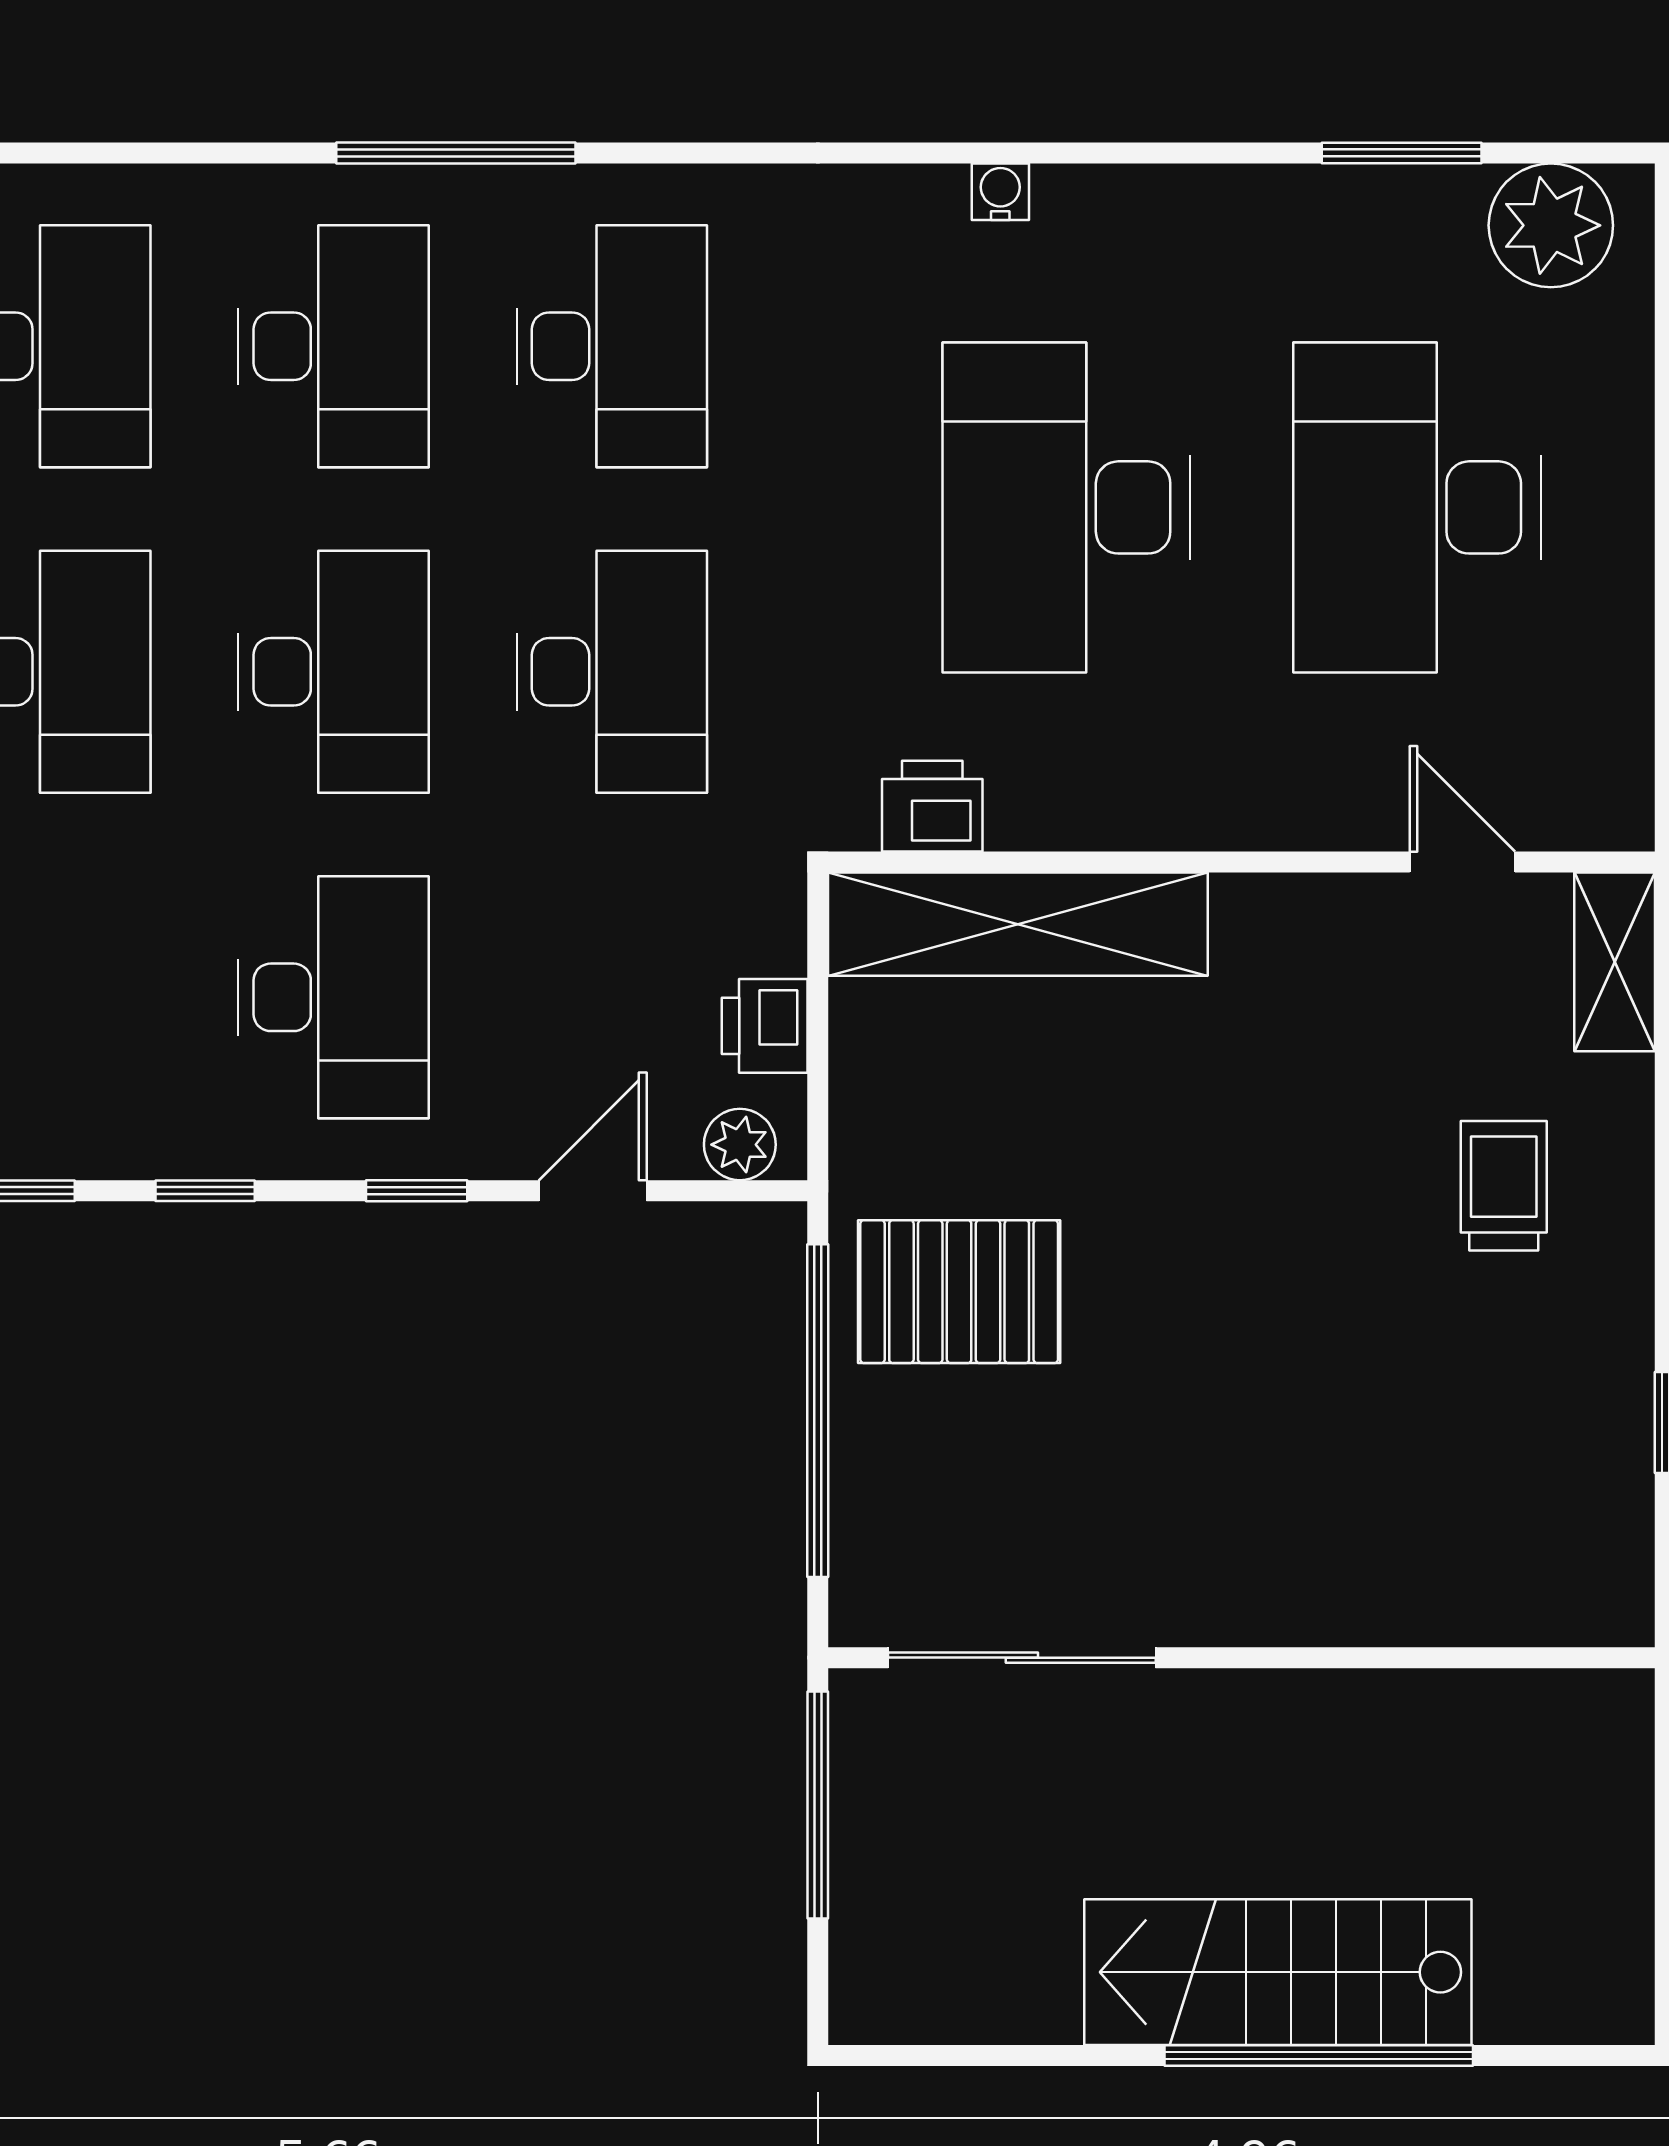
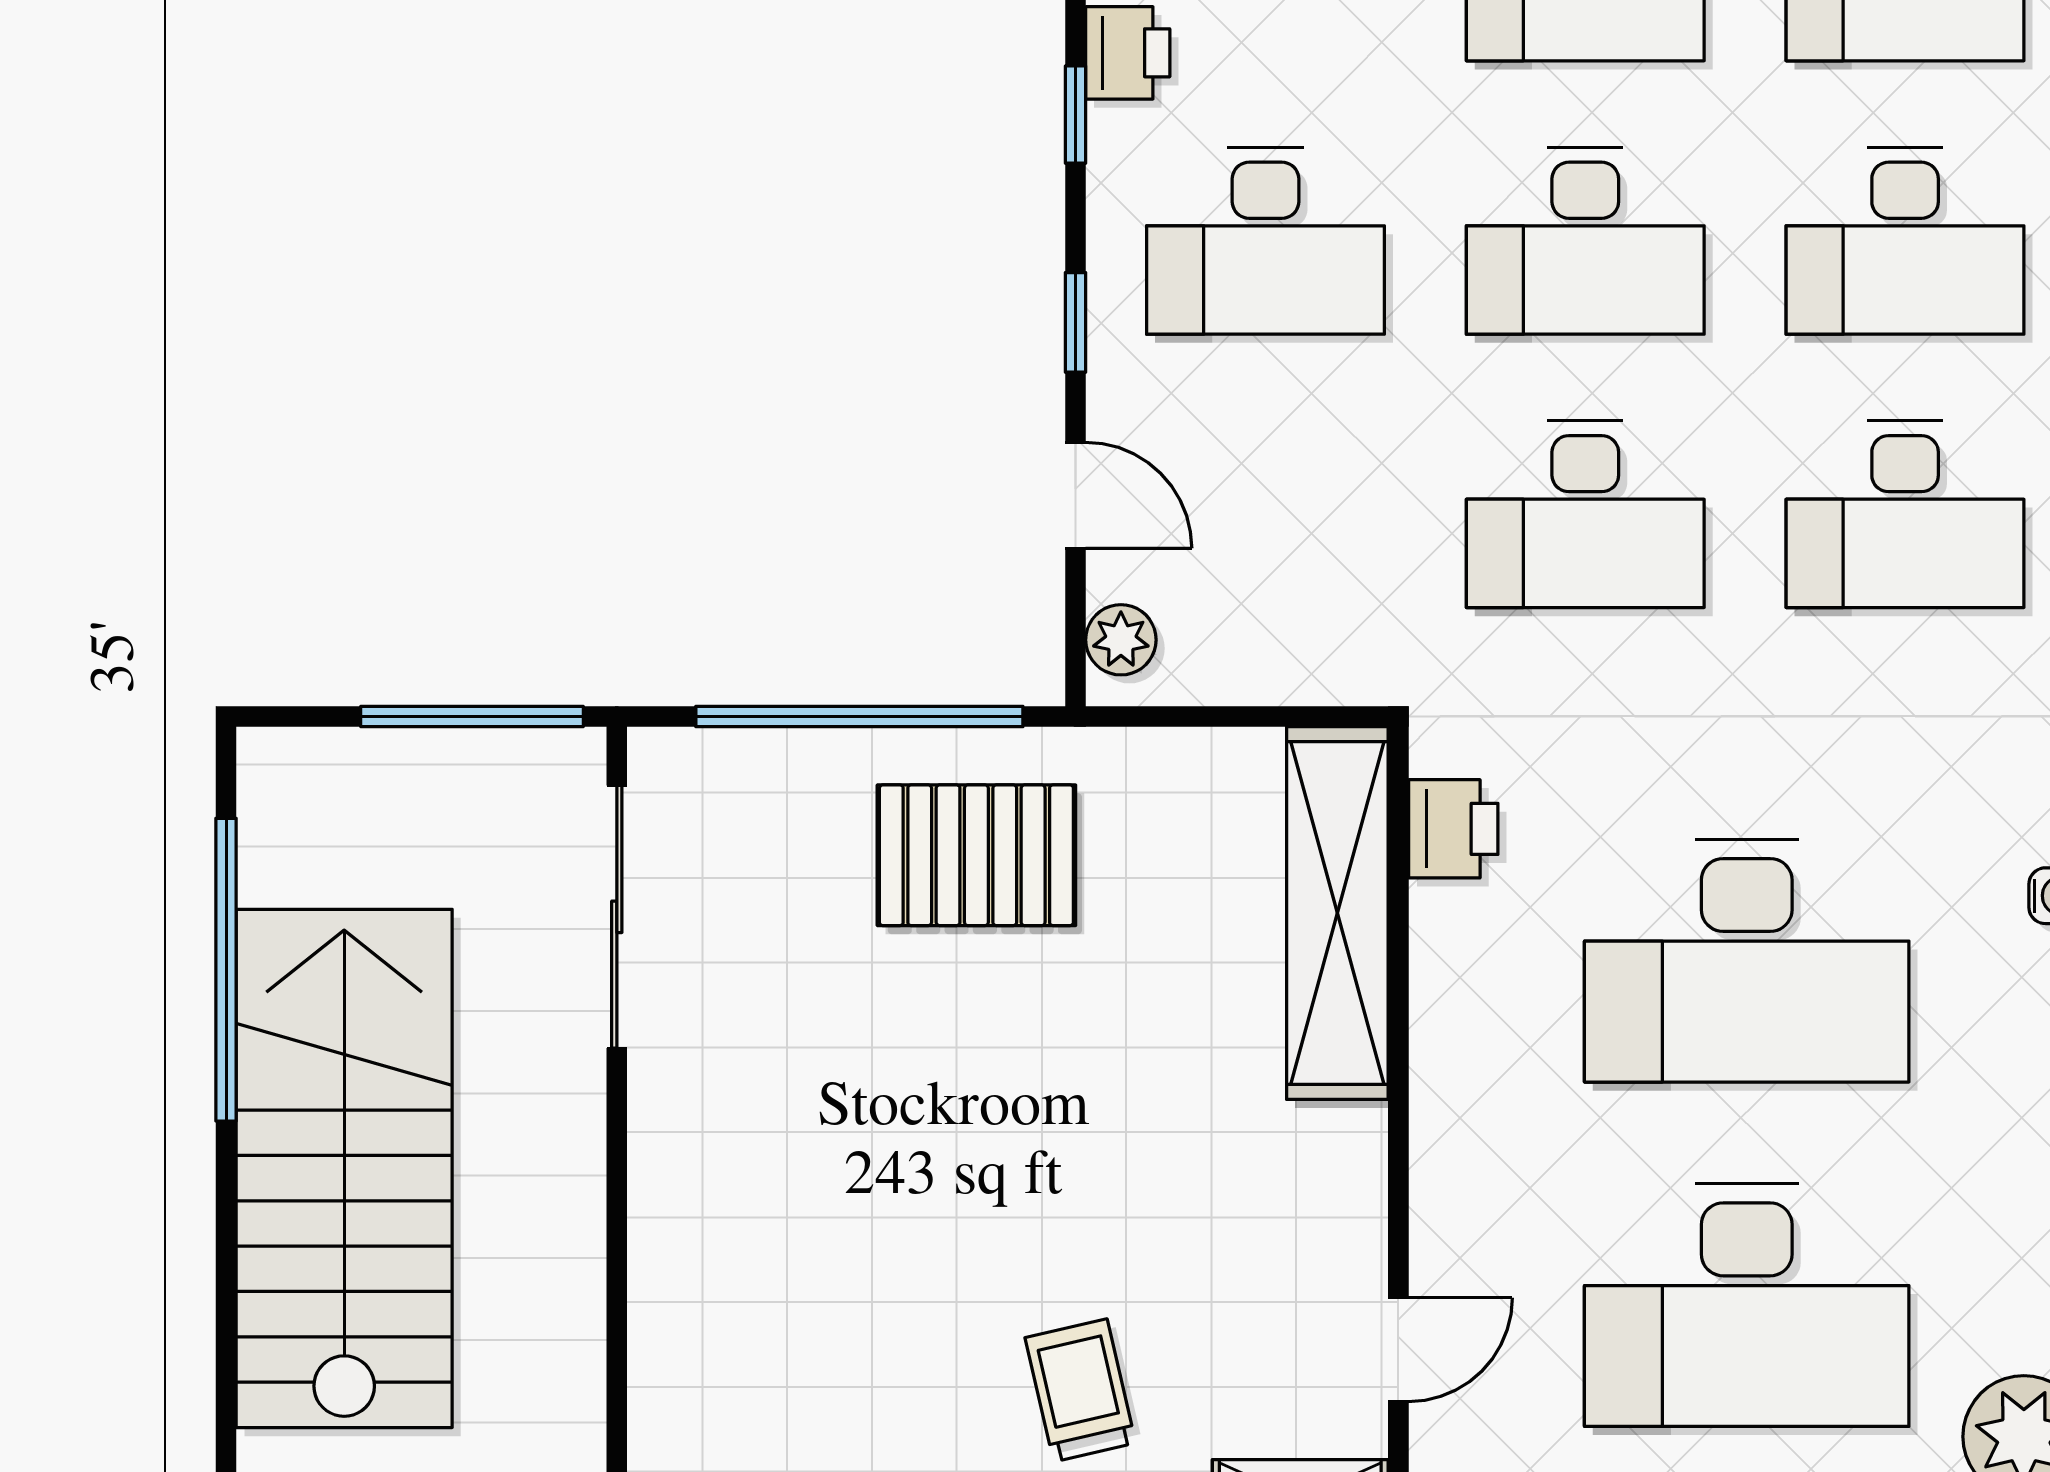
desk: (1066, 507) -> (1747, 961), turned 180
desk: (1417, 507) -> (1747, 1305), turned 180
printer: (765, 1026) -> (1128, 53), moved, turned 90
trolley: (1504, 1186) -> (1080, 1390), turned -103
pallet: (959, 1292) -> (976, 855), turned 90
stairs: (1278, 1972) -> (344, 1168), width x1.36, depth x1.51
window: (1319, 2055) -> (226, 970), moved

